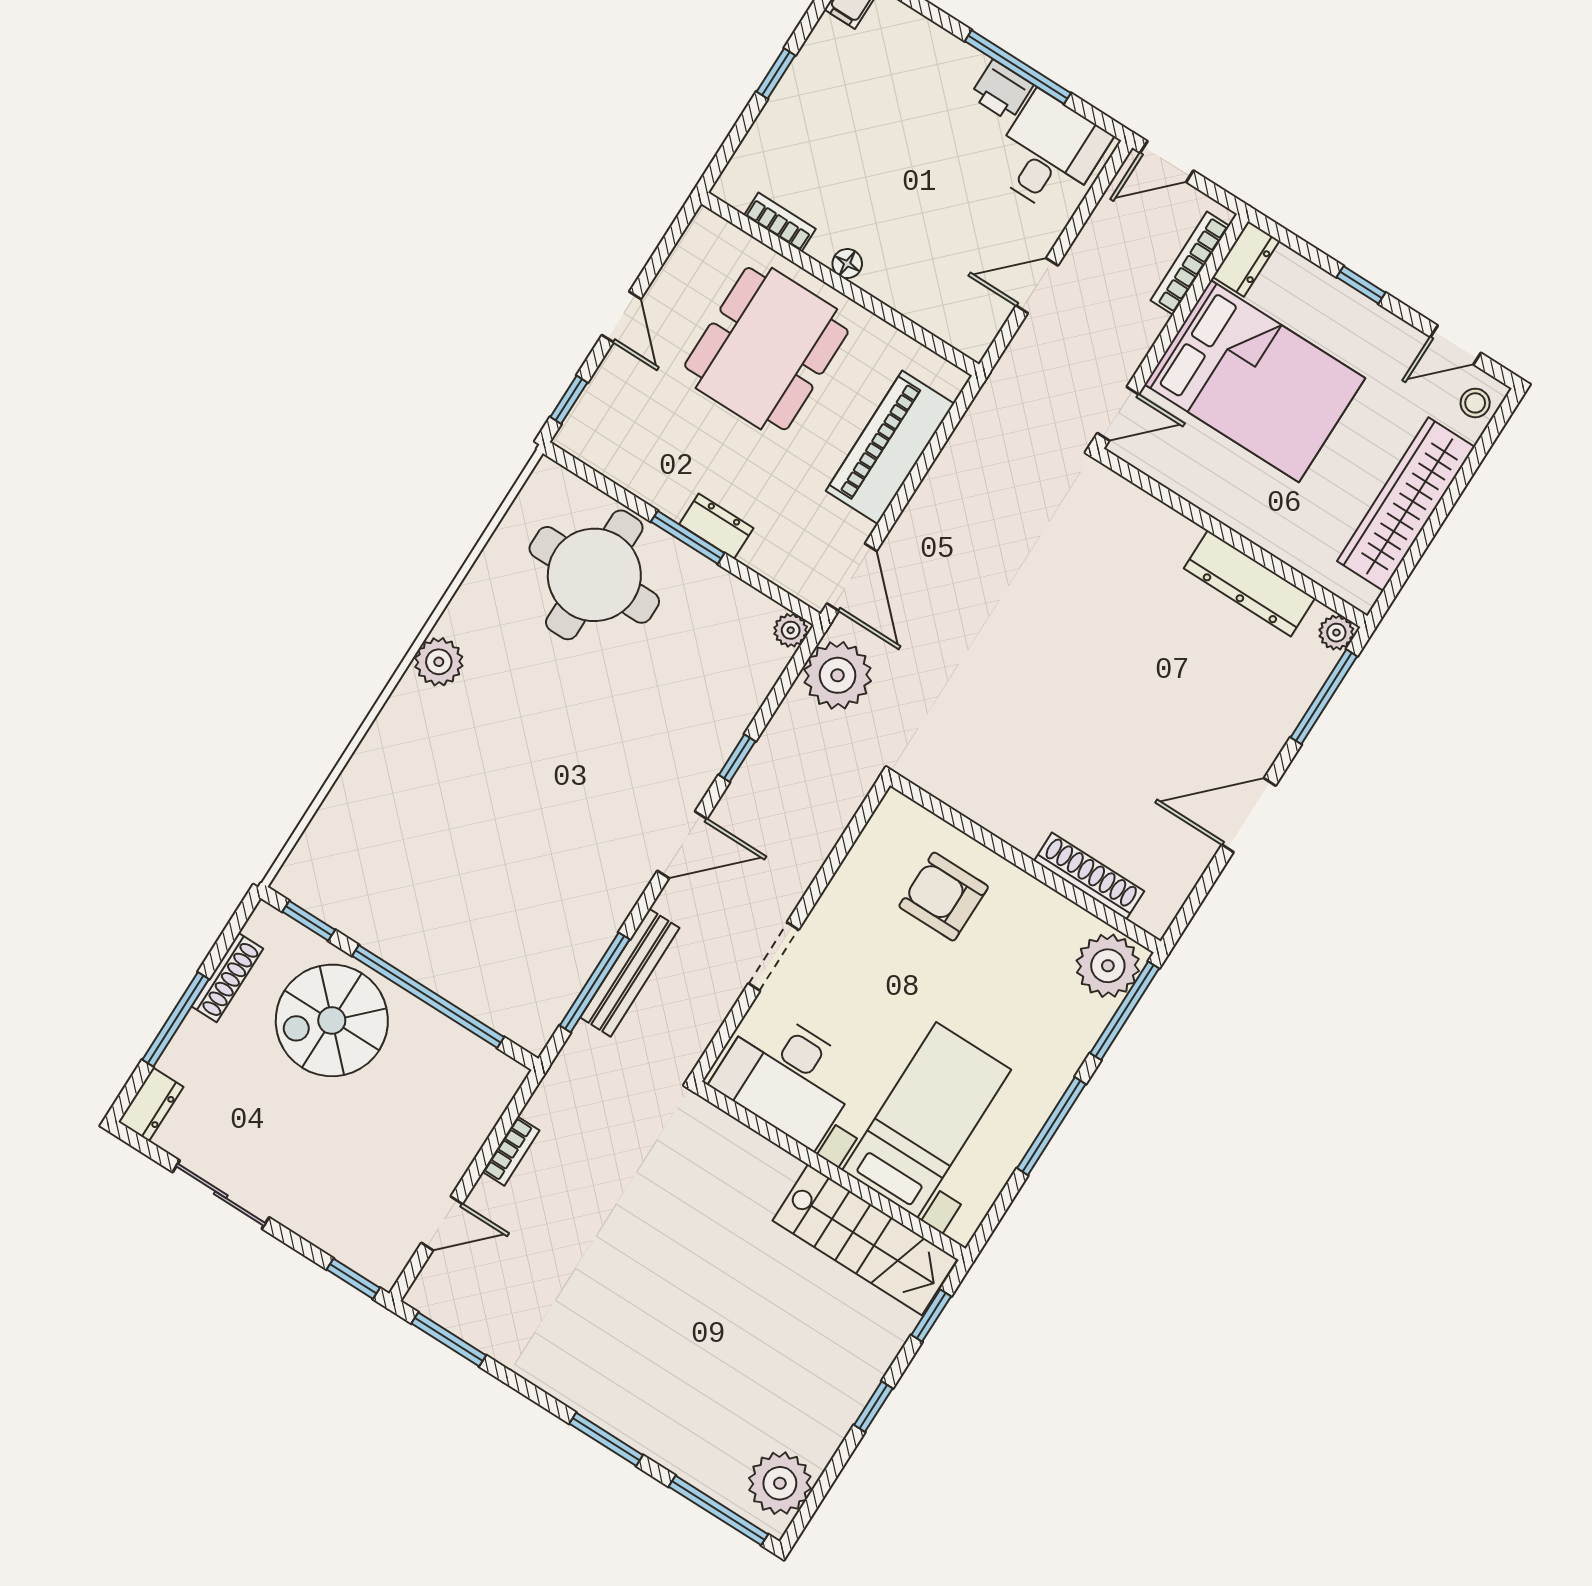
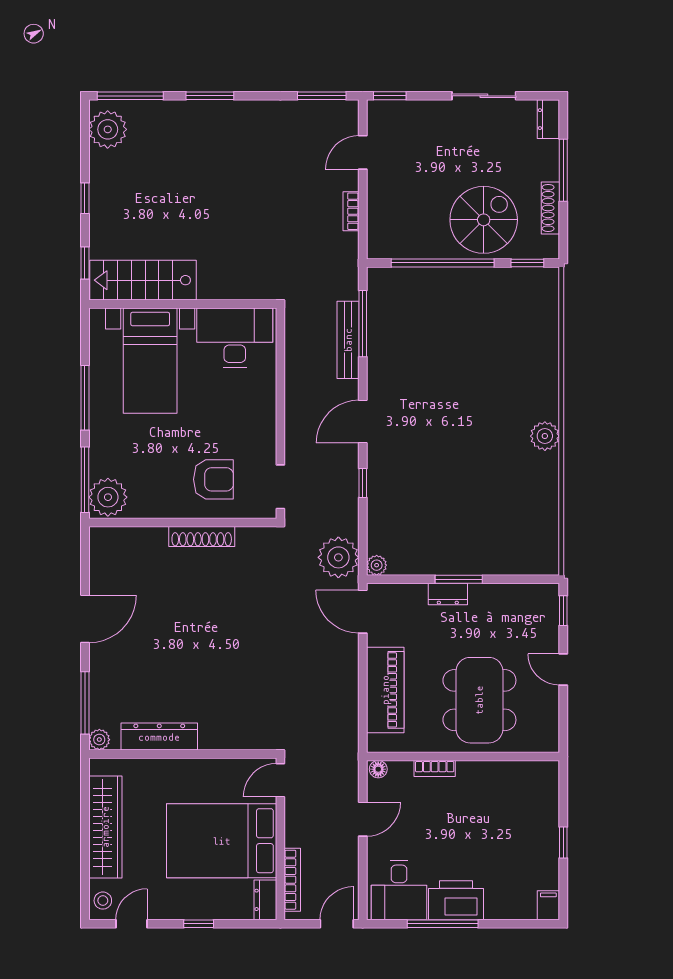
printer: (1002, 91) -> (456, 900), width x1.87, depth x1.48
bookcase: (780, 222) -> (435, 769), moved
floor lamp: (847, 264) -> (378, 769), moved
round table: (594, 575) -> (494, 530), removed
shoe rack: (1089, 876) -> (202, 537), moved
doorway: (773, 957) -> (280, 487), moved

